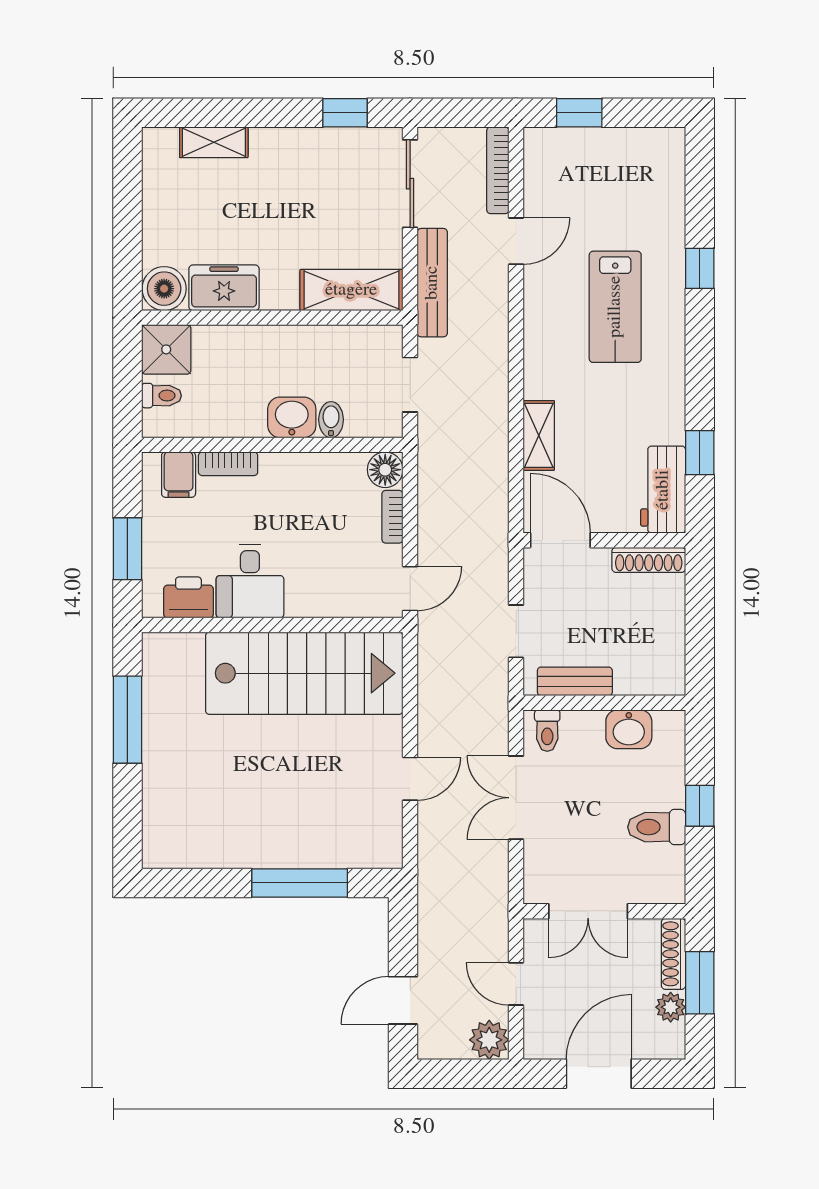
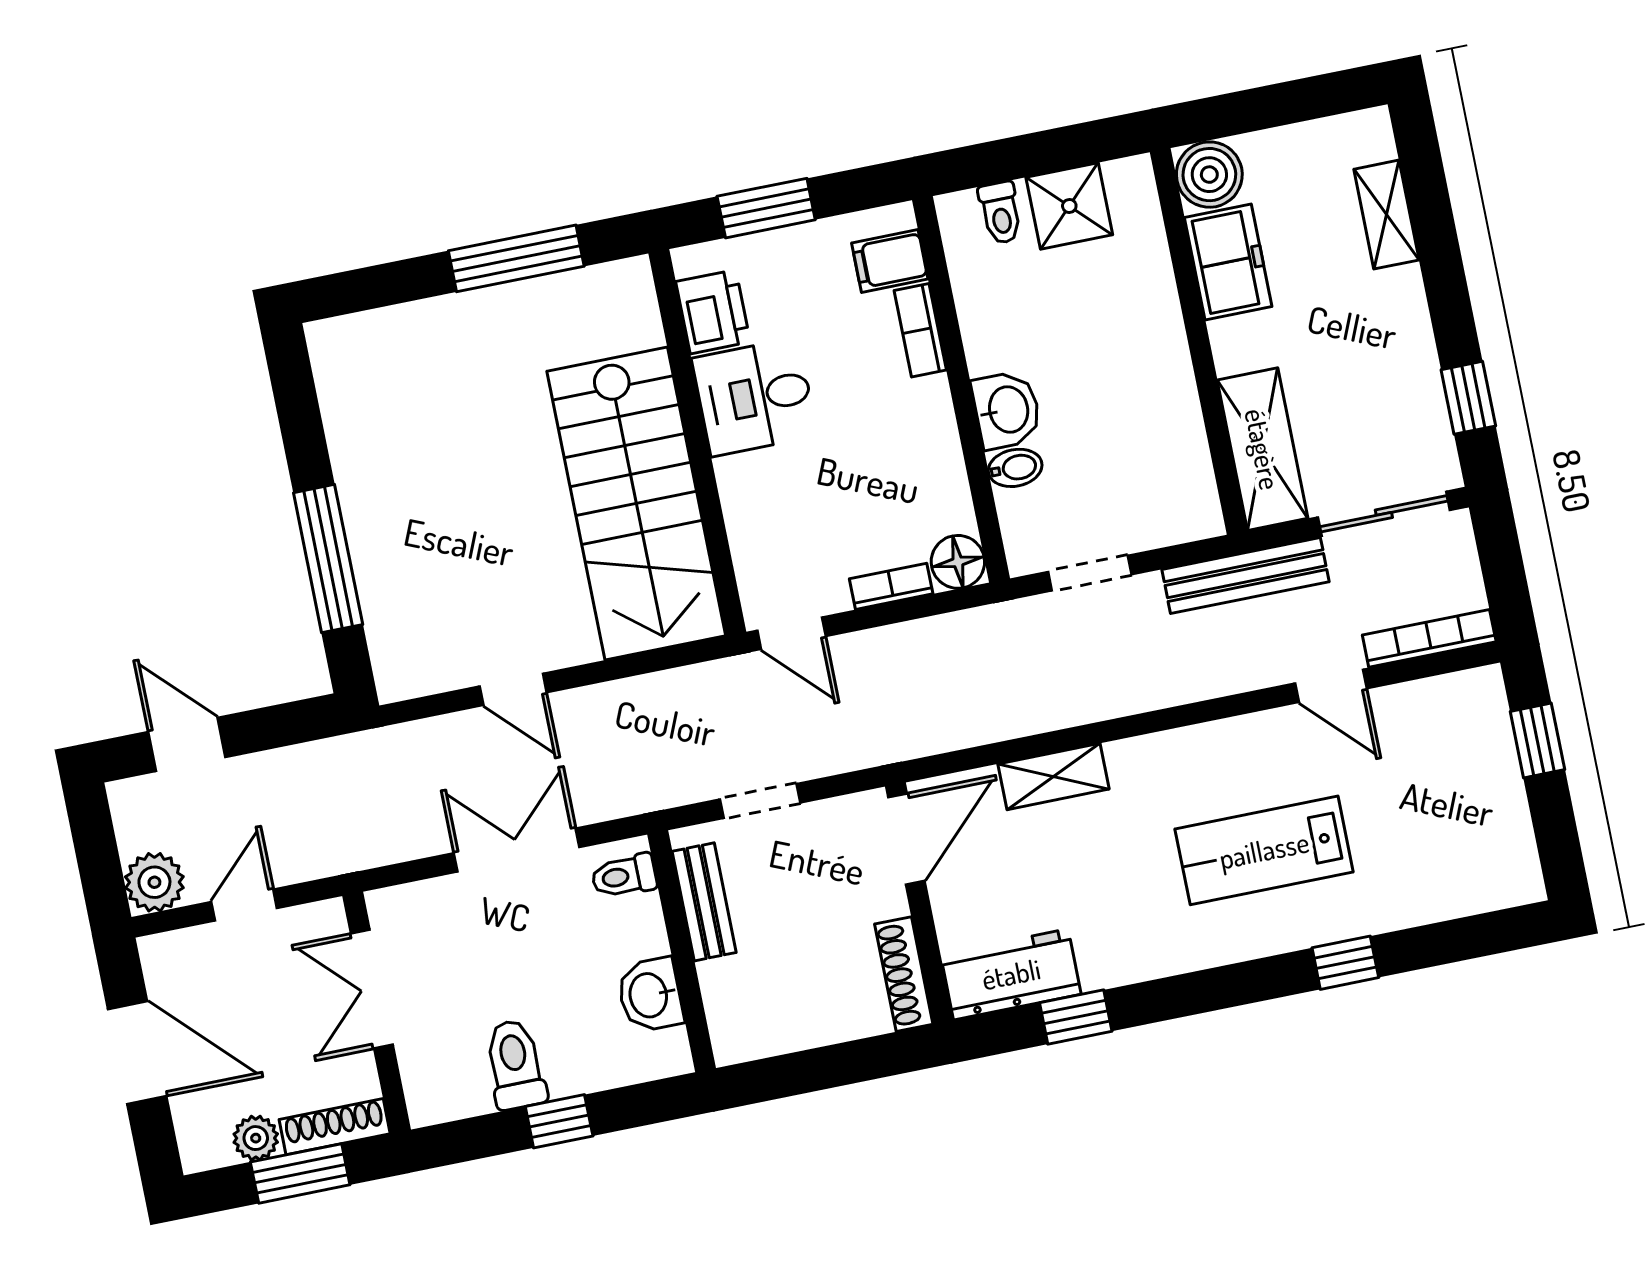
freezer: (224, 288) -> (1228, 262), moved
boiler: (164, 289) -> (1209, 175), moved
shelving: (351, 290) -> (1263, 449), moved
wall: (272, 318) -> (1199, 341), moved

